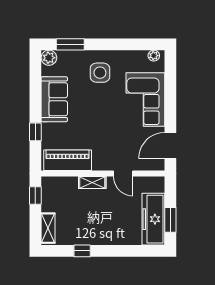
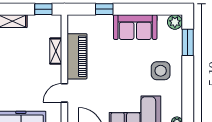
piano: (68, 160) -> (77, 56), moved
shelving: (92, 183) -> (56, 51), moved

